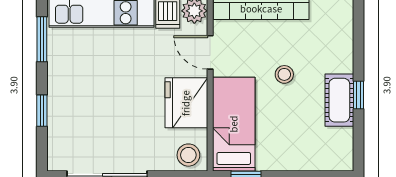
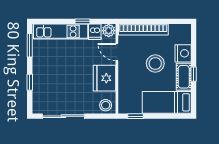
nightstand: (338, 55) -> (183, 53), added
stool: (284, 74) -> (155, 63), width x1.89, depth x1.89
bed: (234, 124) -> (167, 102), moved, turned -90

